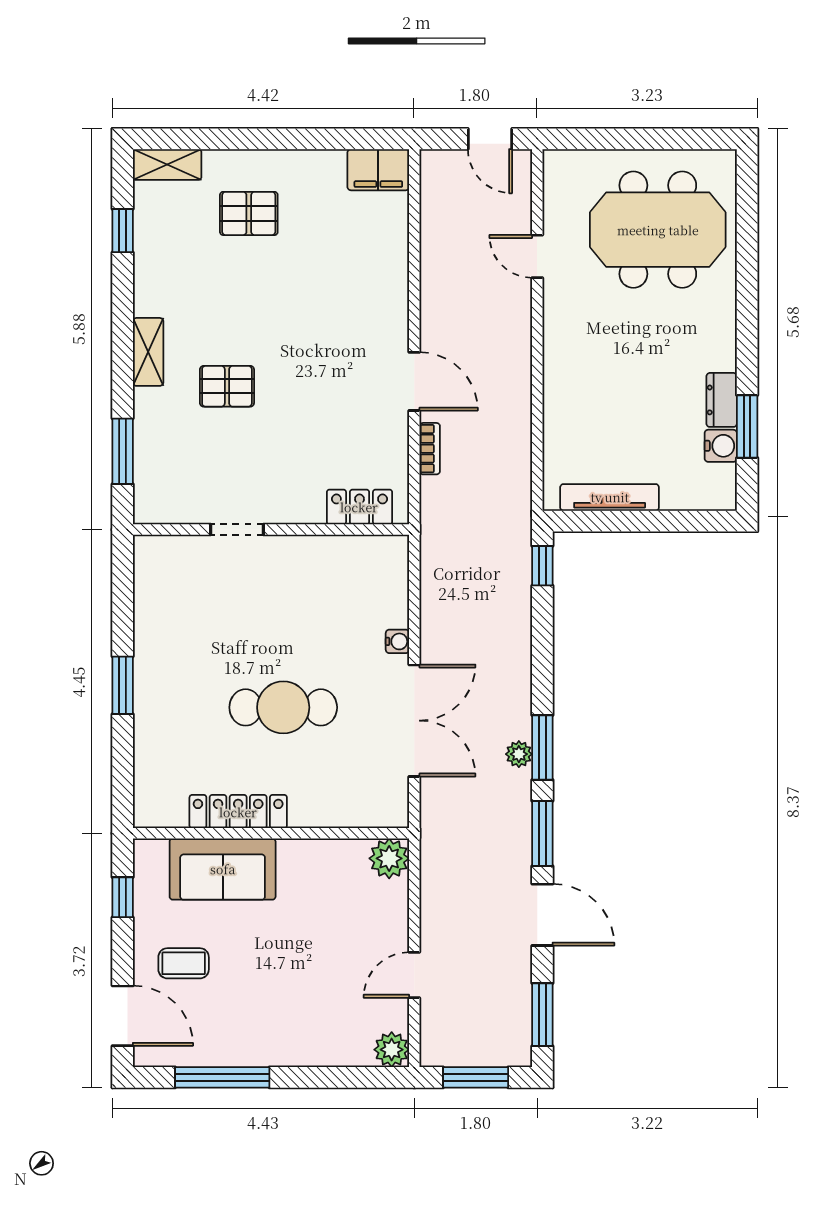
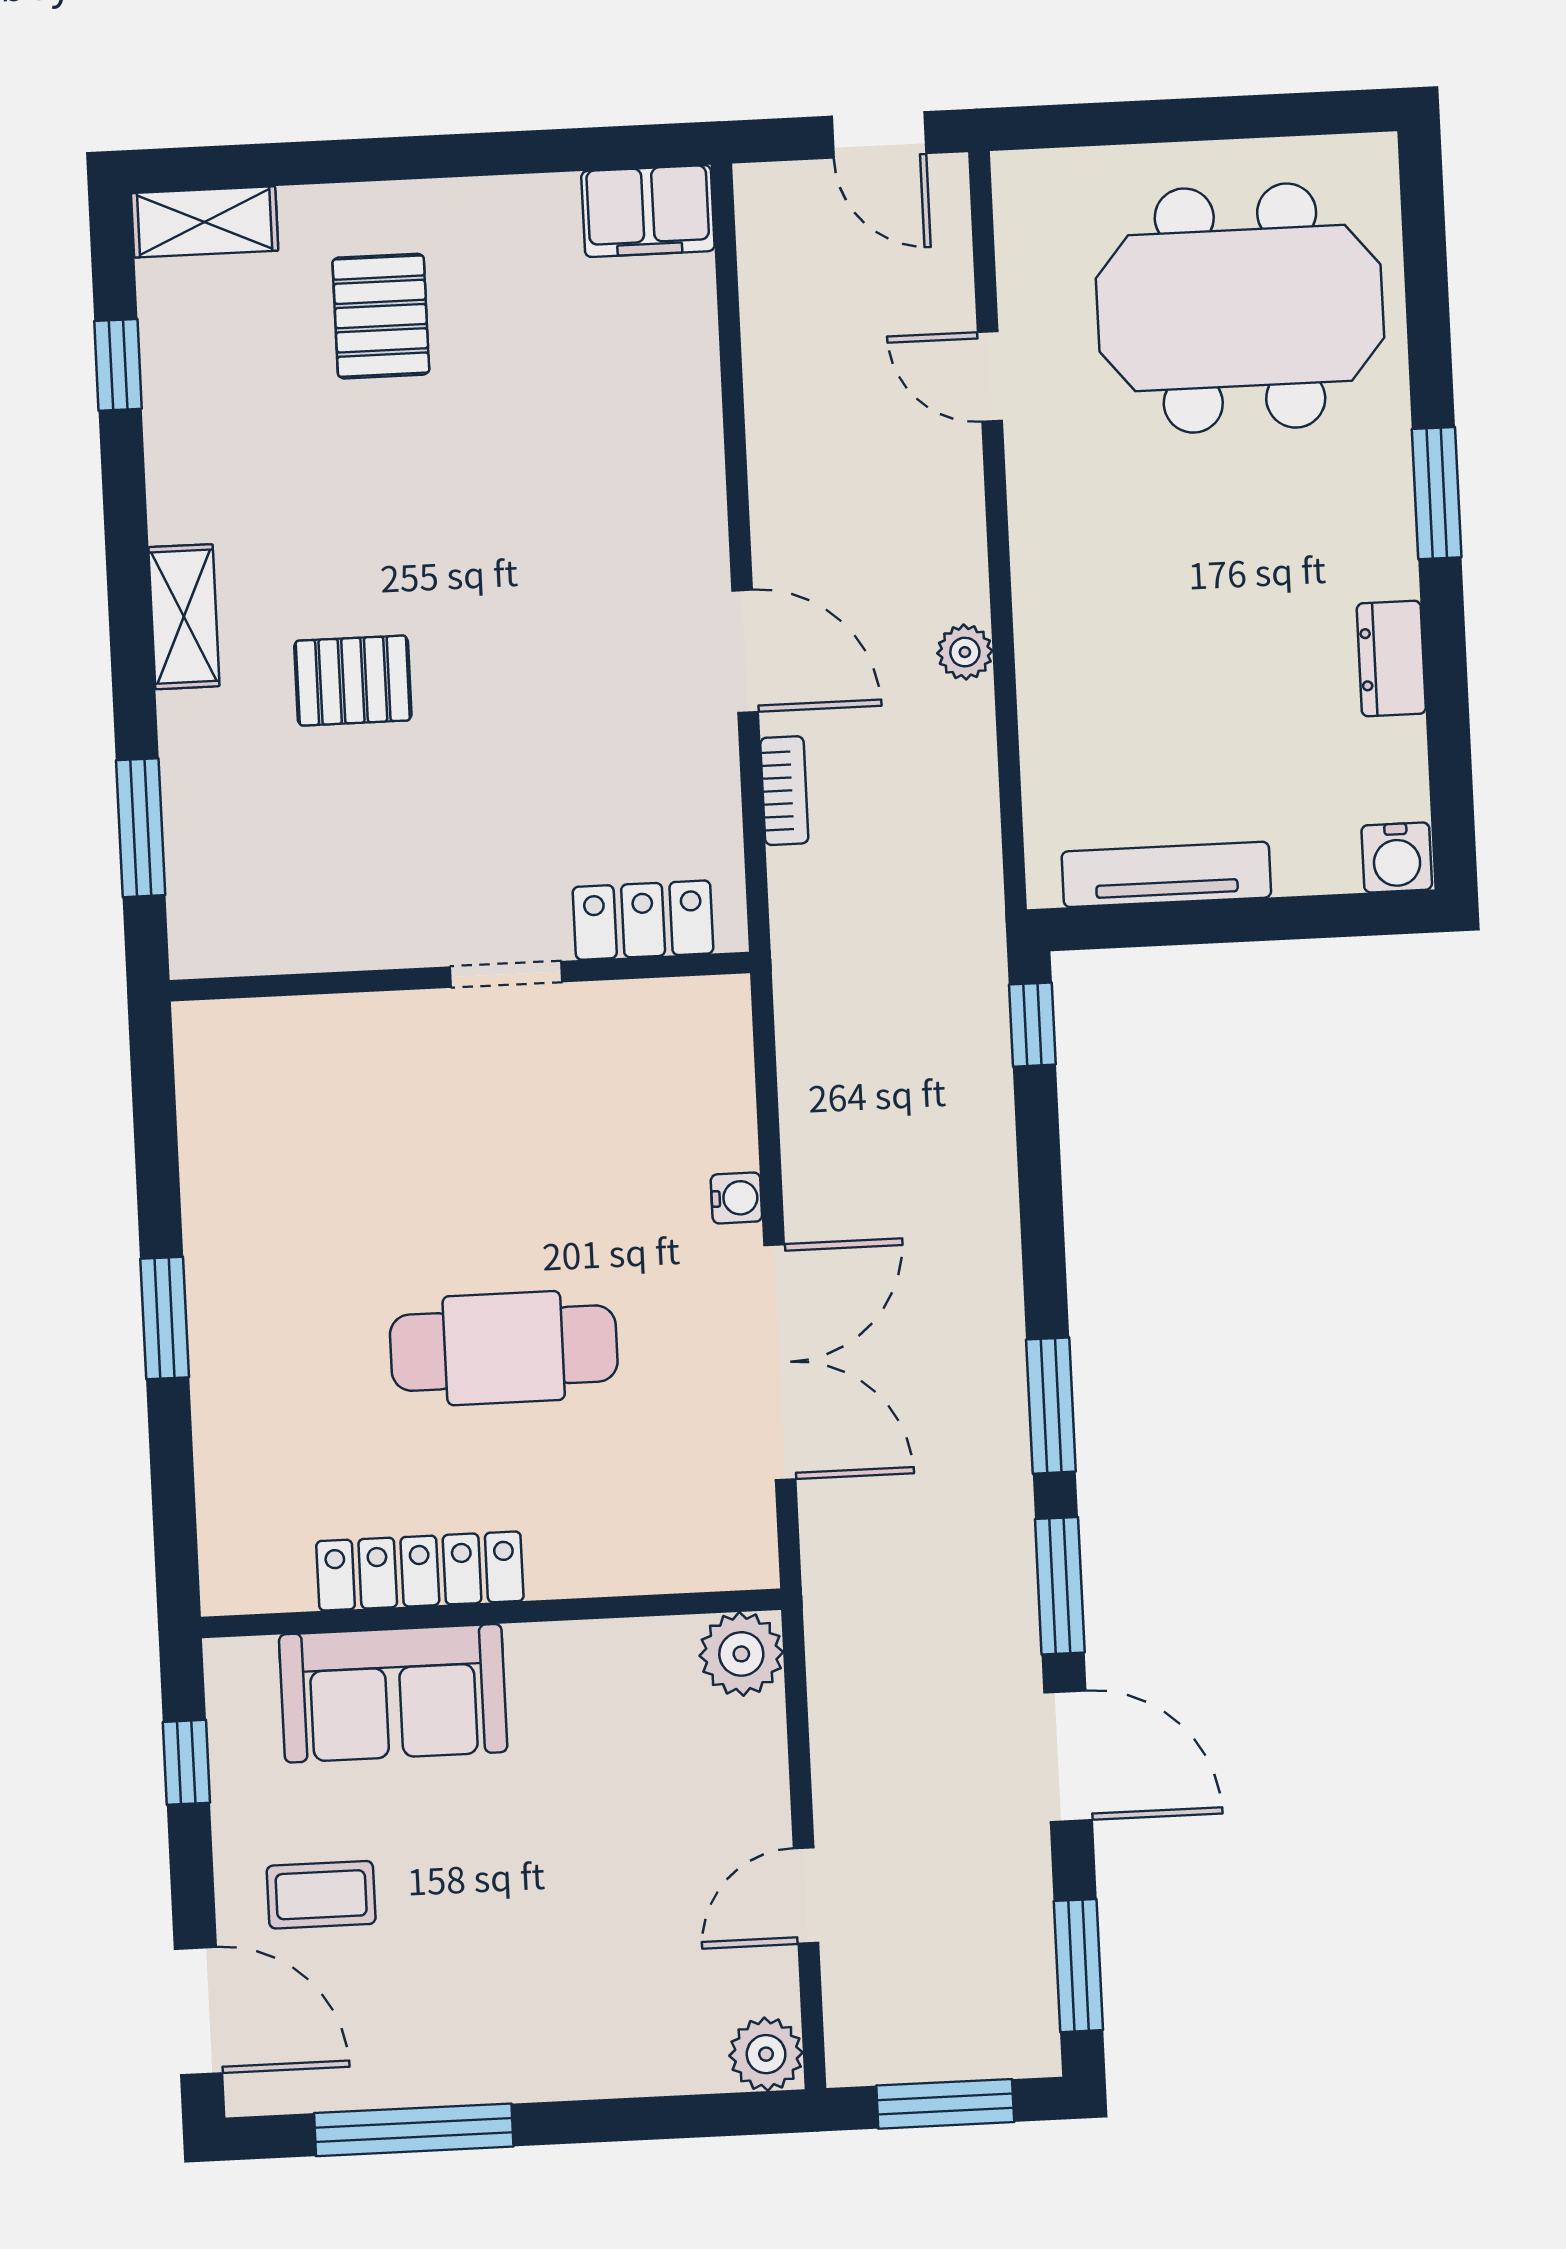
pallet: (249, 213) -> (381, 316), turned 90
window: (747, 427) -> (1437, 493), moved
water cooler: (721, 446) -> (1397, 857), moved, turned 90
doorway: (237, 530) -> (506, 974), moved
plant: (519, 754) -> (965, 652), moved

